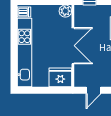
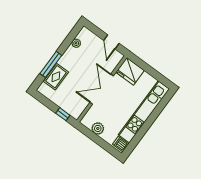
plant: (65, 11) -> (98, 128), moved
door: (93, 90) -> (111, 42), swing flipped

